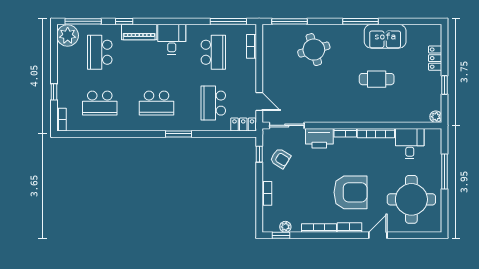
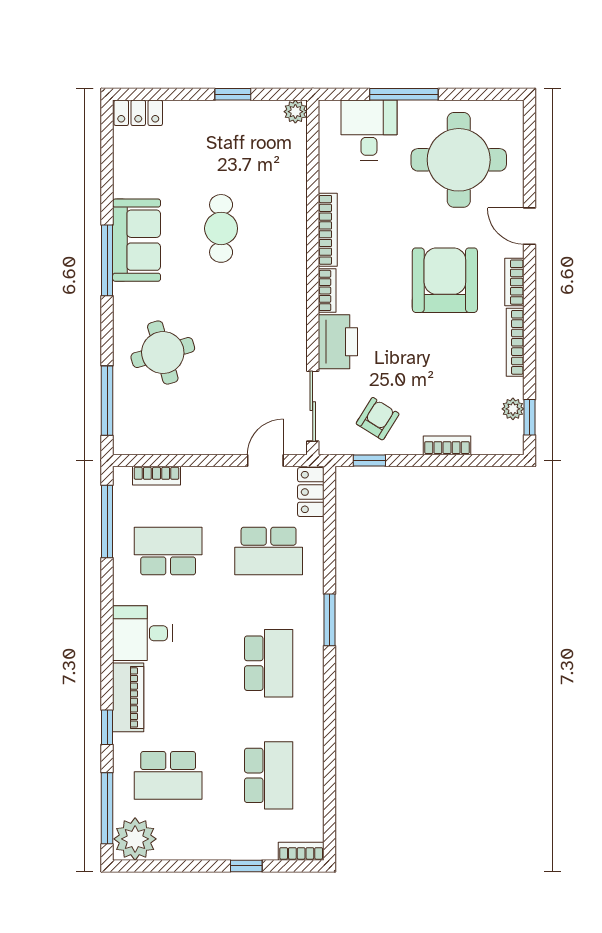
sofa: (385, 36) -> (137, 240), moved
locker: (435, 58) -> (138, 113), moved
desk: (410, 144) -> (369, 130), moved, turned 90

